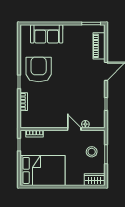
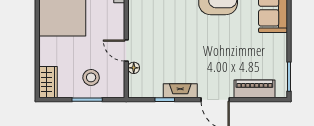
fireplace: (100, 94) -> (180, 91), added
door: (74, 129) -> (126, 51), swing flipped

